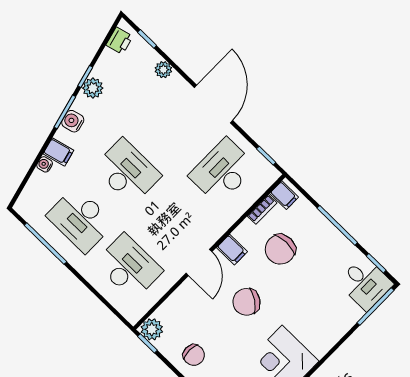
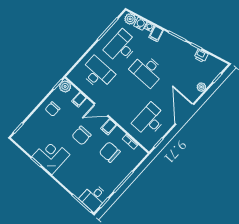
printer: (119, 41) -> (201, 56), moved
plant: (93, 88) -> (130, 19), moved
door: (213, 104) -> (184, 114), swing flipped
water cooler: (73, 121) -> (140, 24), moved
desk: (223, 171) -> (149, 120), turned -90
desk: (127, 172) -> (147, 70), turned 90
filing cabinet: (284, 195) -> (79, 100), moved
desk: (129, 267) -> (97, 73), turned -90
chair: (246, 302) -> (81, 136), turned -125

